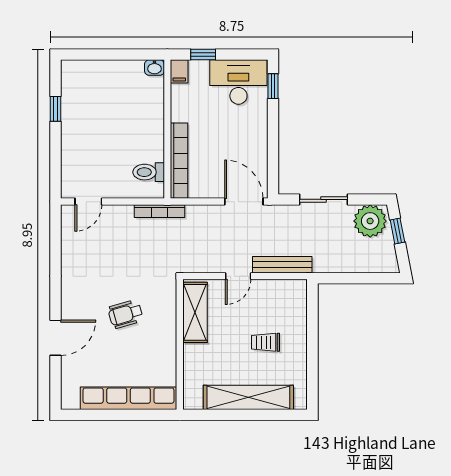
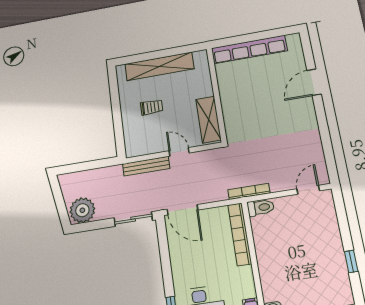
toilet: (149, 172) -> (261, 208), moved
sliding door: (324, 199) -> (133, 219), moved
window: (397, 231) -> (61, 206), removed
door: (238, 276) -> (179, 152), hinge flipped
wheelchair: (126, 314) -> (262, 109), removed

